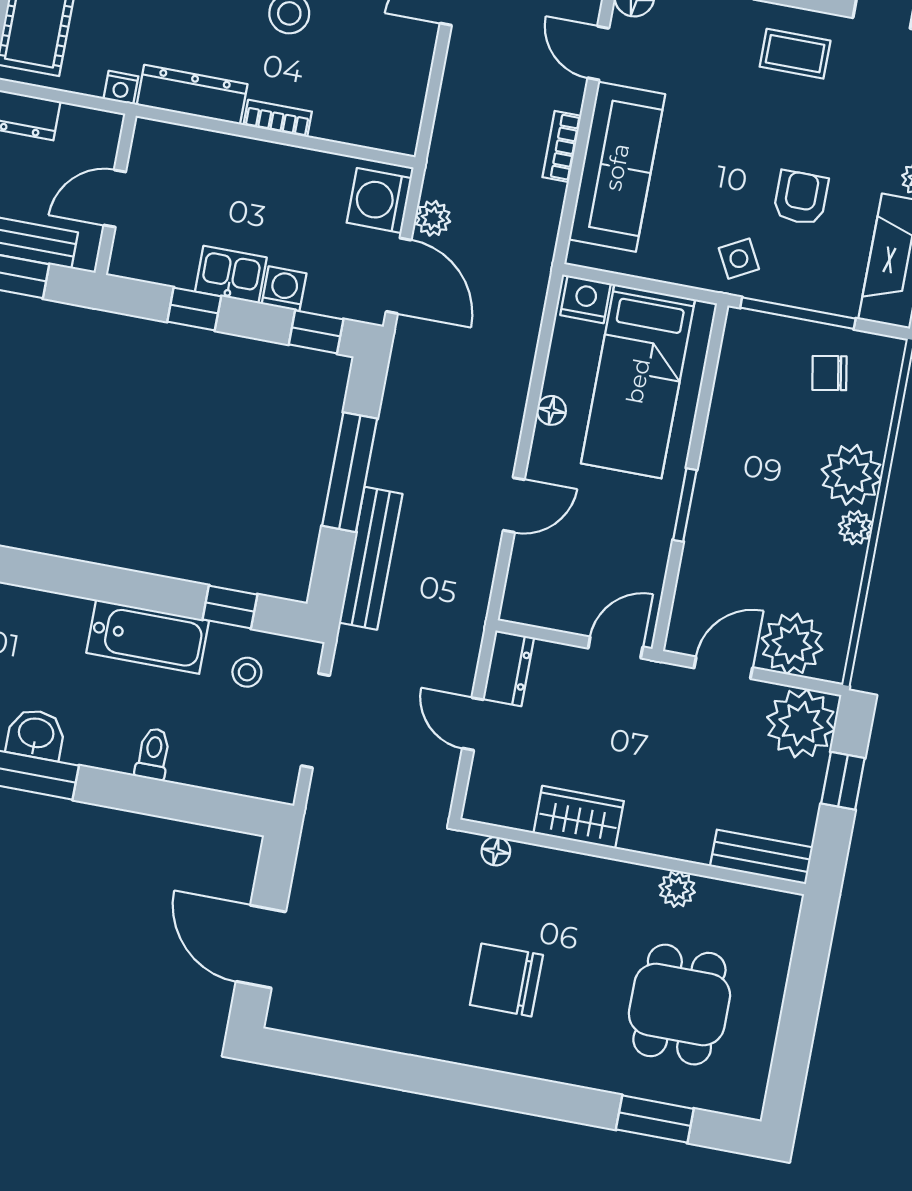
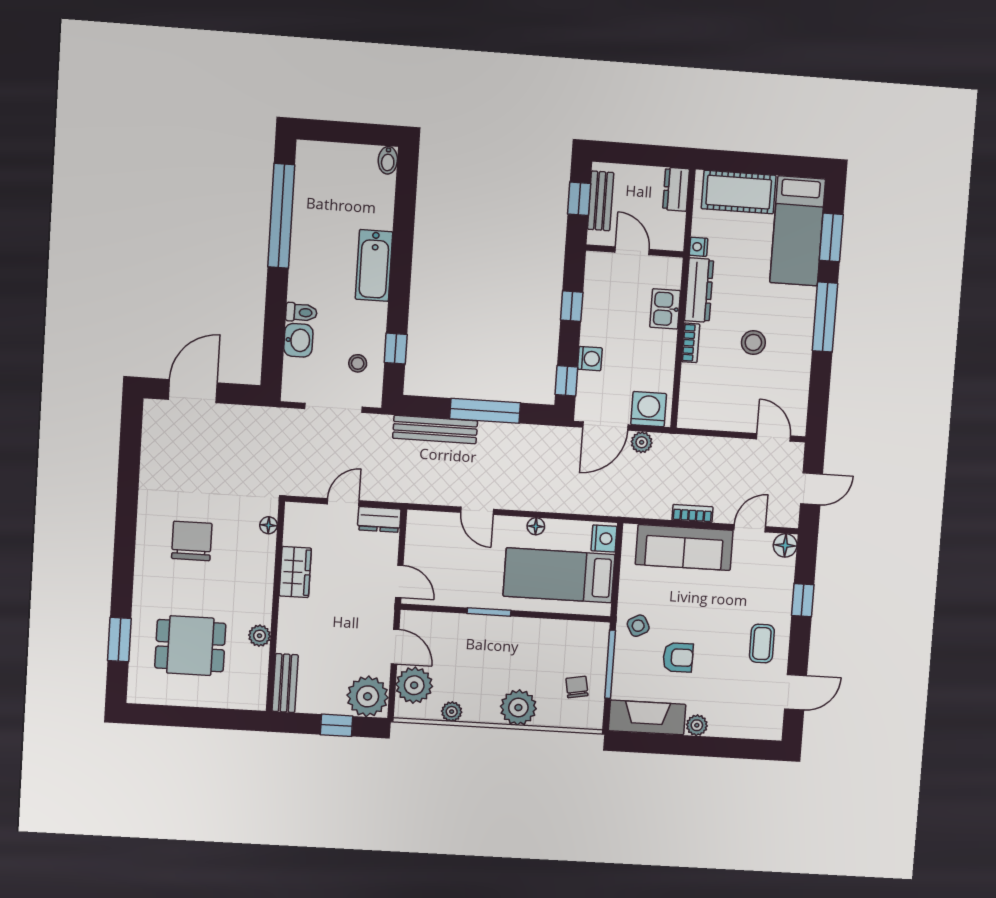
kitchen sink: (231, 275) -> (665, 309), moved, turned 180
plant: (855, 528) -> (452, 712), moved
bathtub: (148, 637) -> (374, 265), moved
washbasin: (36, 734) -> (298, 340), moved

